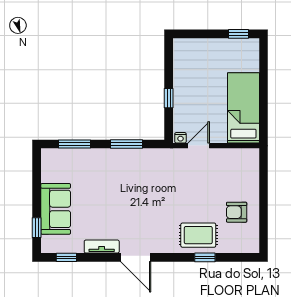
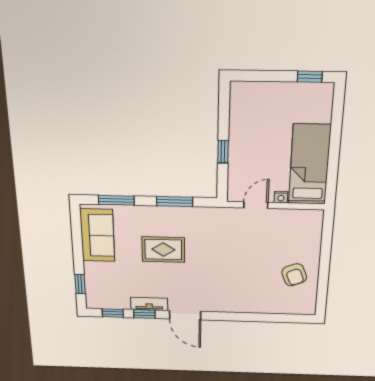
nightstand: (180, 138) -> (281, 197), moved
sofa: (56, 209) -> (97, 235), moved
armchair: (237, 212) -> (294, 275), turned -112
rug: (198, 235) -> (163, 250), moved
window: (205, 257) -> (144, 314), moved

